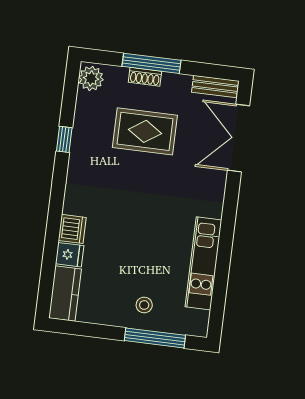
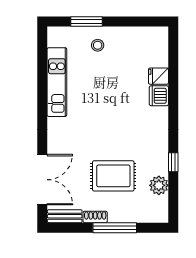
shoe rack: (145, 77) -> (95, 217), moved
plant: (91, 78) -> (159, 185), moved
kitchen counter: (65, 294) -> (158, 46), removed
window: (155, 338) -> (86, 21), width x0.69

